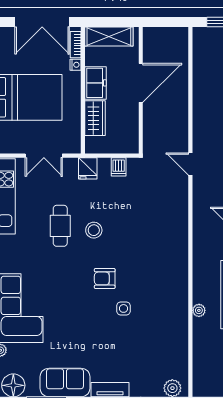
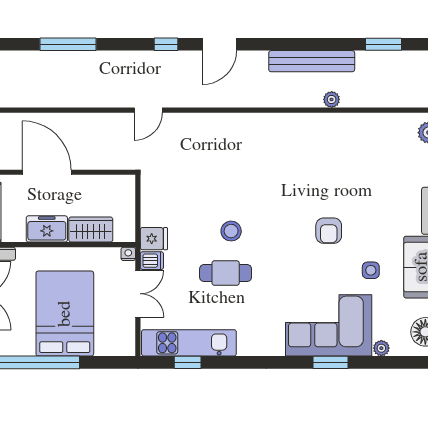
nightstand: (76, 65) -> (128, 254), moved
dishwasher: (119, 167) -> (152, 261), moved
armchair: (105, 278) -> (329, 231), moved
side table: (123, 308) -> (371, 270), moved

